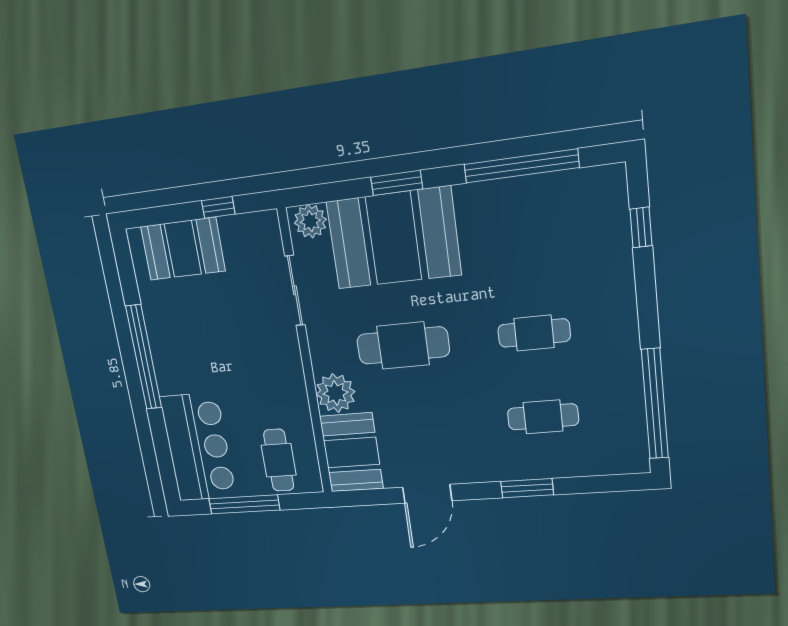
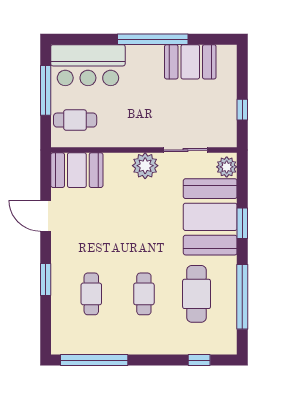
booth: (183, 249) -> (190, 62), moved, turned 90
cafe table: (403, 345) -> (197, 294), moved
plant: (336, 393) -> (145, 166), moved

